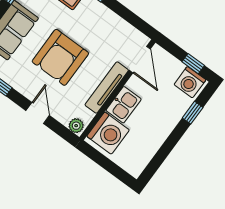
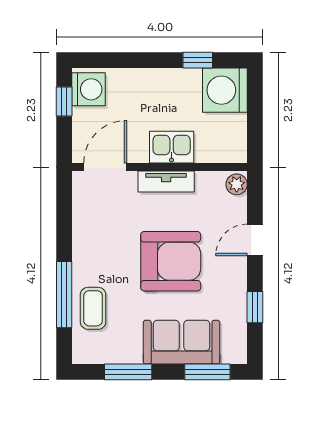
tv unit: (107, 88) -> (166, 182), width x0.71
window: (193, 113) -> (198, 60), moved
washing machine: (108, 133) -> (225, 90), moved, turned -90

